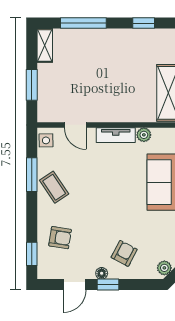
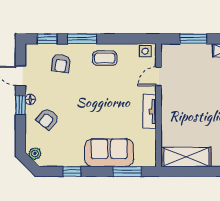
plant: (144, 135) -> (150, 136), removed
window: (32, 175) -> (82, 39), moved
coffee table: (54, 187) -> (105, 58), turned 34
armchair: (124, 253) -> (47, 119), turned 100

